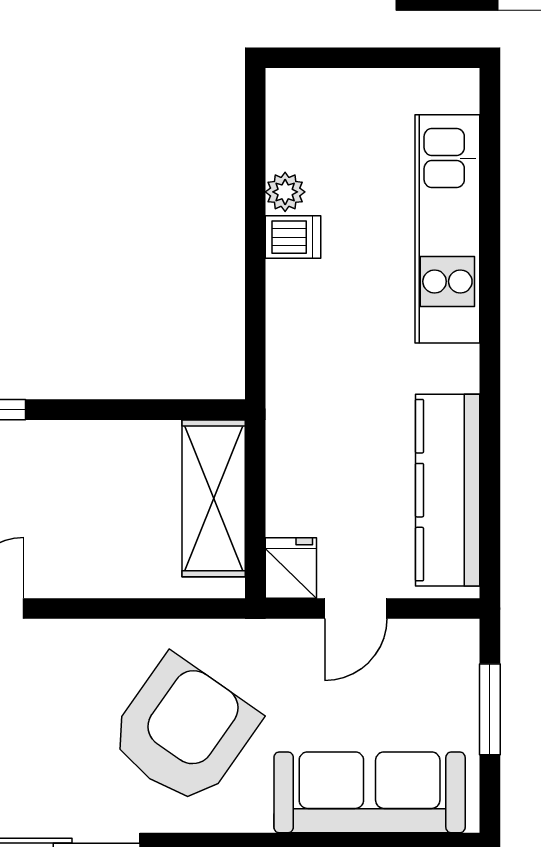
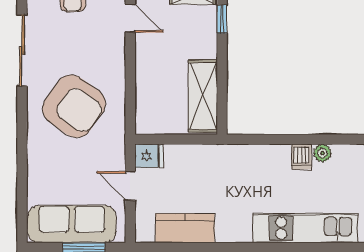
kitchen counter: (448, 490) -> (185, 228), width x0.67
shelving: (214, 498) -> (203, 96), moved, turned 90
sofa: (370, 792) -> (72, 224), moved, turned -90

